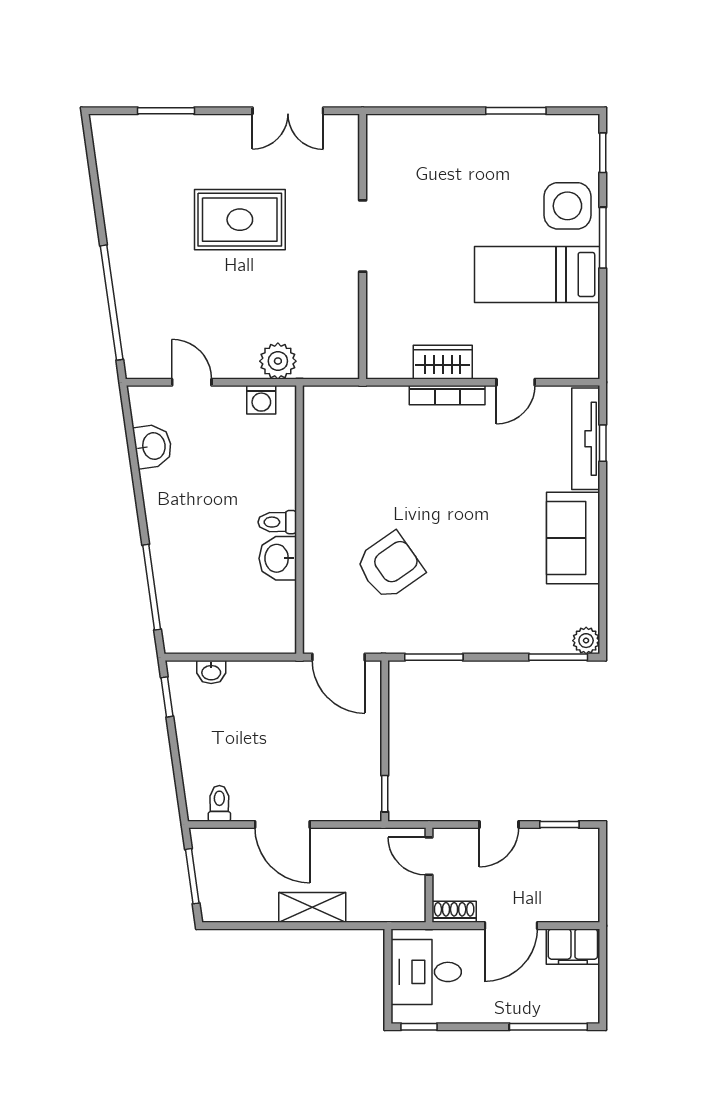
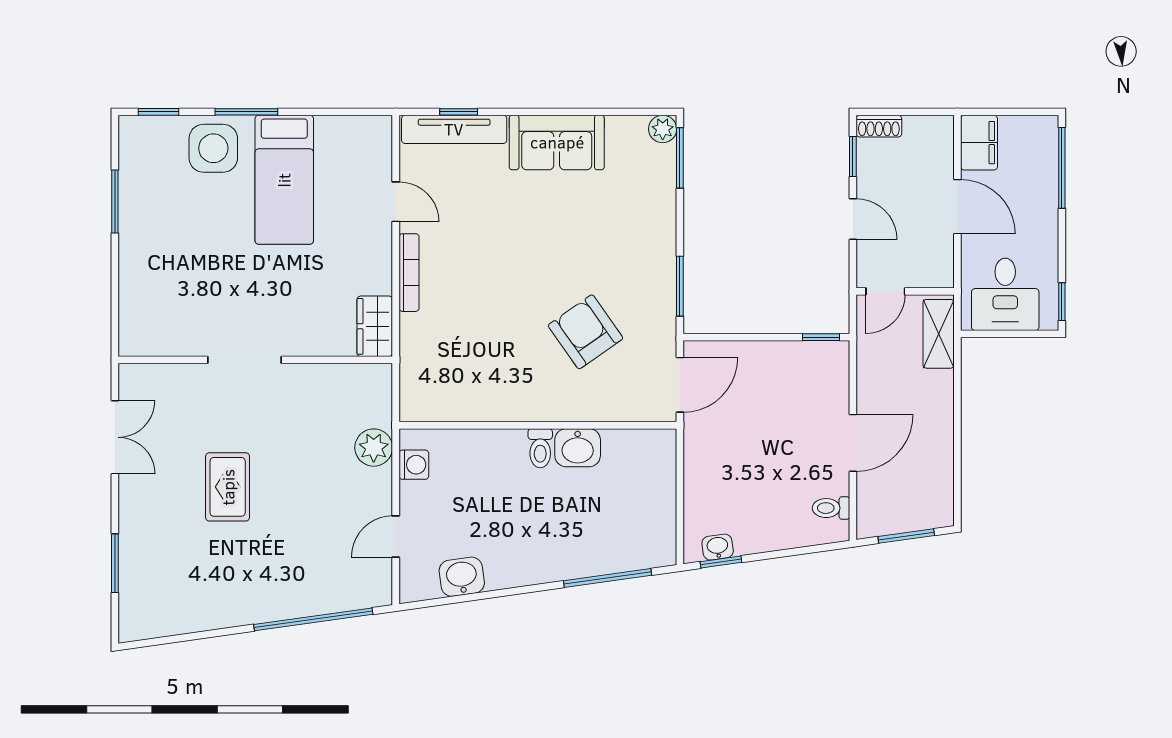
rug: (240, 220) -> (228, 487), width x0.73, depth x0.70
wardrobe: (443, 362) -> (375, 326), moved
washbasin: (211, 672) -> (718, 547), moved, turned -98
shelving: (312, 907) -> (939, 334), moved
shoe rack: (454, 912) -> (879, 126), moved, turned -90

